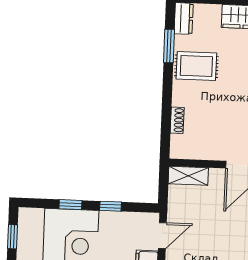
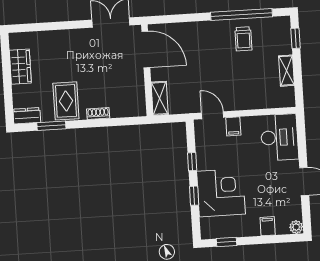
shoe rack: (177, 120) -> (98, 114), moved

